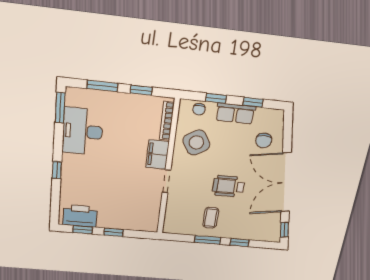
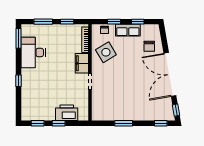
wheelchair: (228, 186) -> (132, 81), removed
printer: (80, 216) -> (67, 113), moved
coffee table: (211, 218) -> (123, 106), removed
window: (240, 243) -> (161, 123), moved

